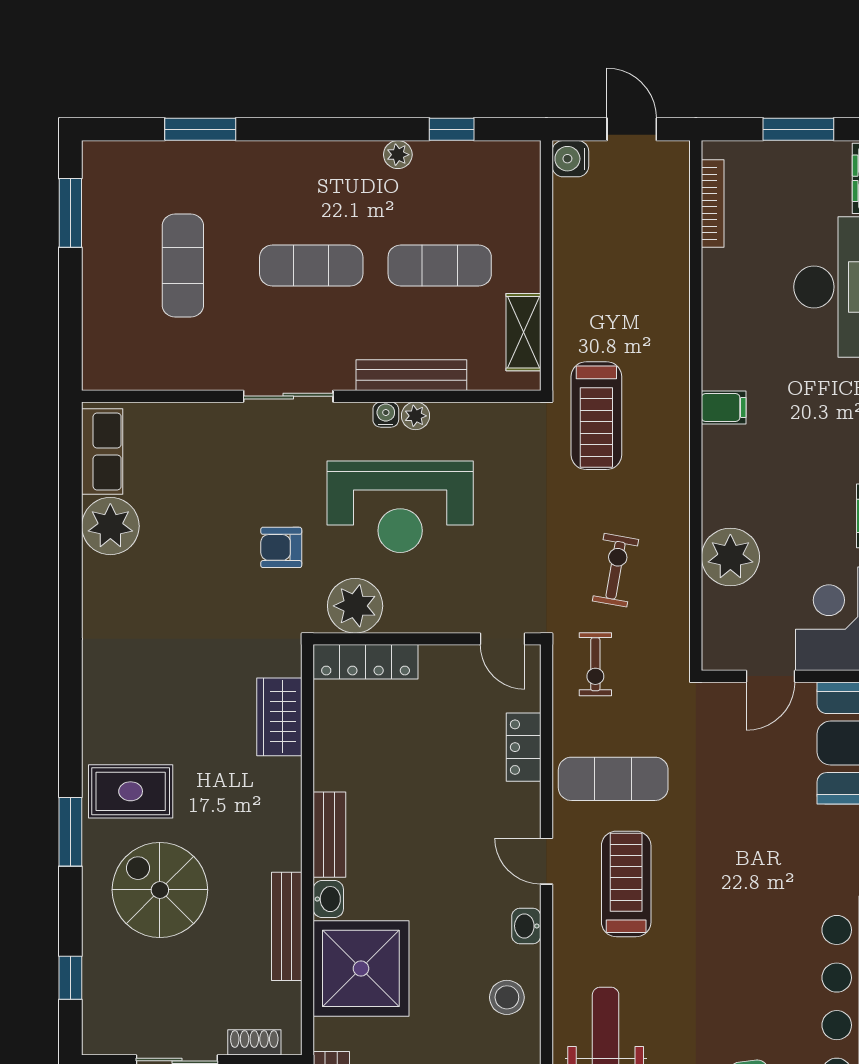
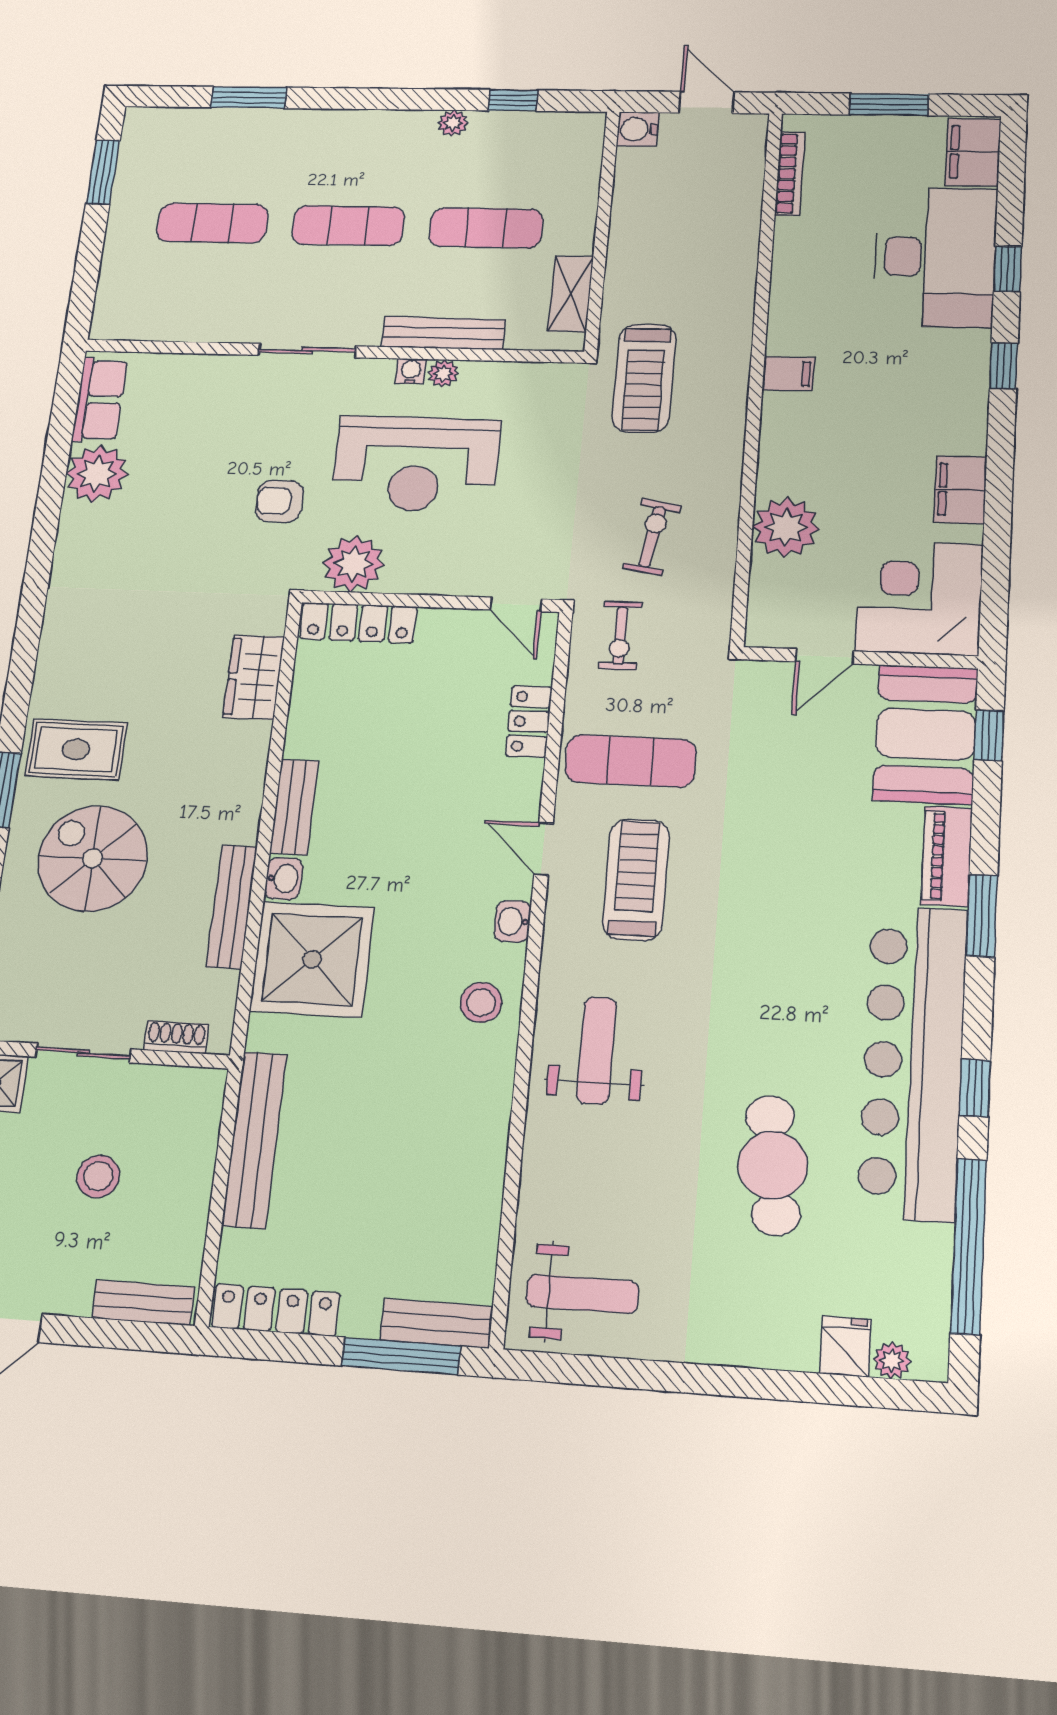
exercise mat: (183, 266) -> (212, 223), turned 90

